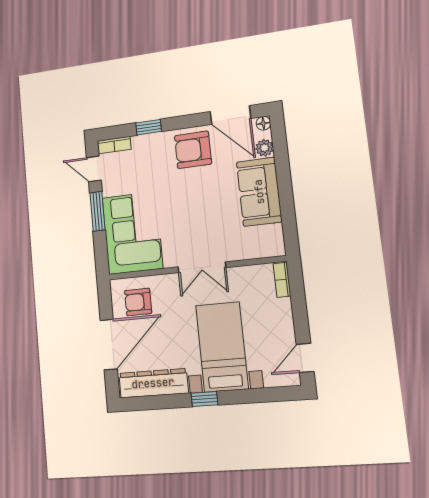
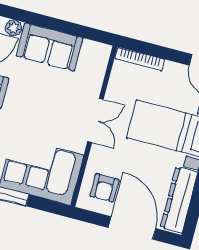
bookcase: (282, 280) -> (140, 59), width x1.56

